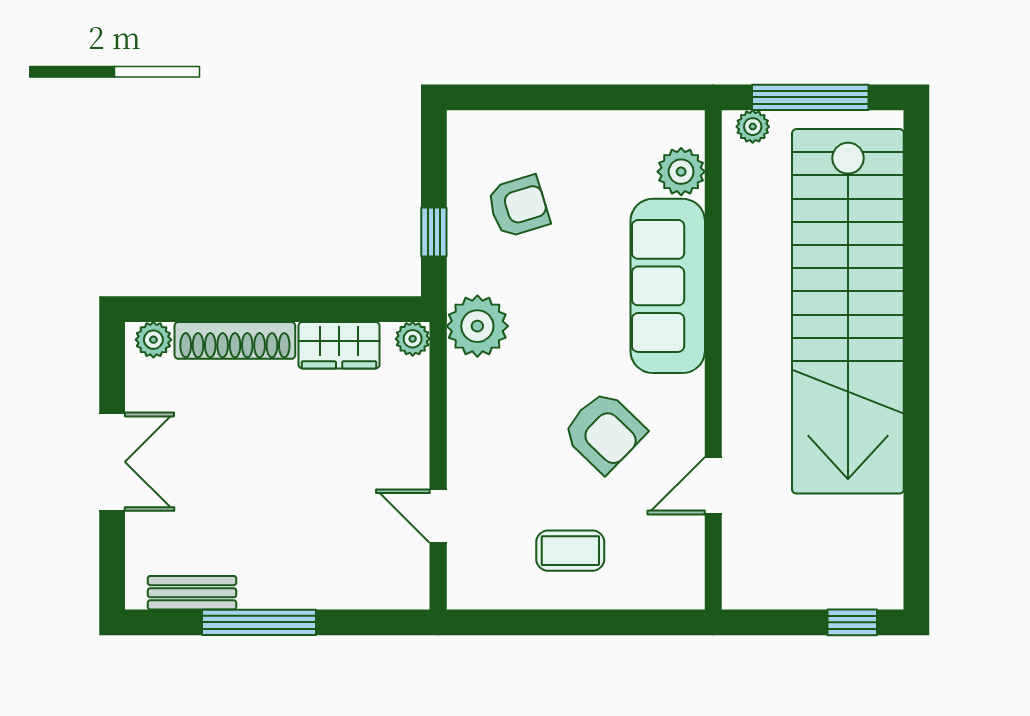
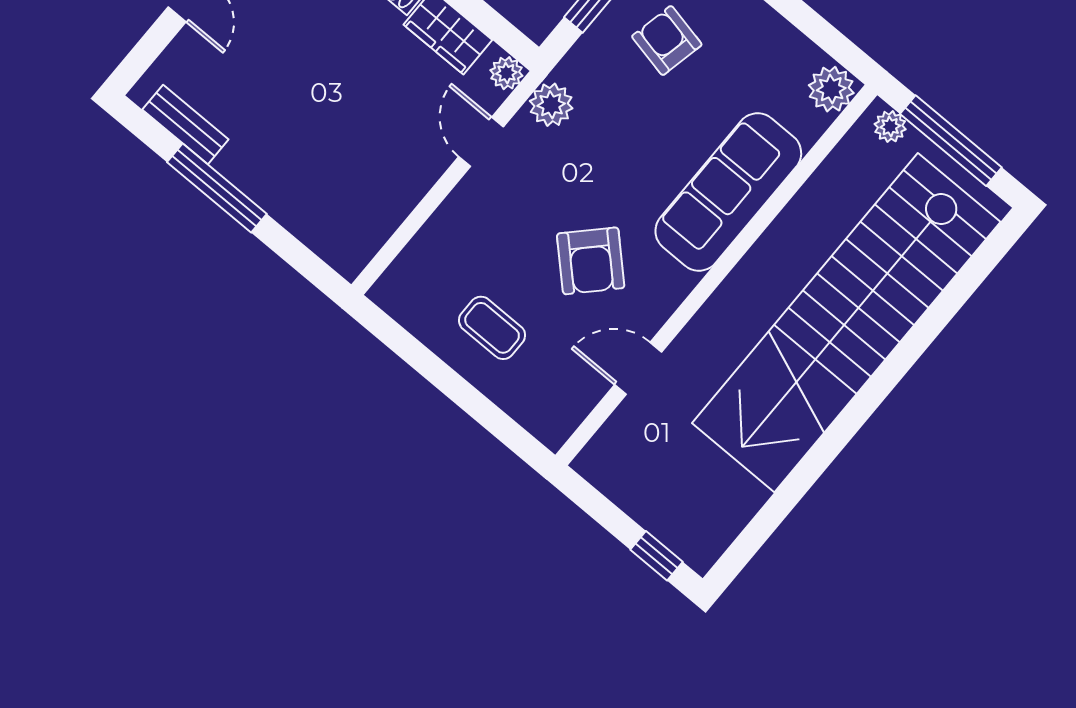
plant: (681, 172) -> (831, 89), moved
armchair: (518, 206) -> (667, 40), turned -151
plant: (477, 326) -> (551, 105), width x0.73, depth x0.73
door: (438, 516) -> (481, 142), moved

